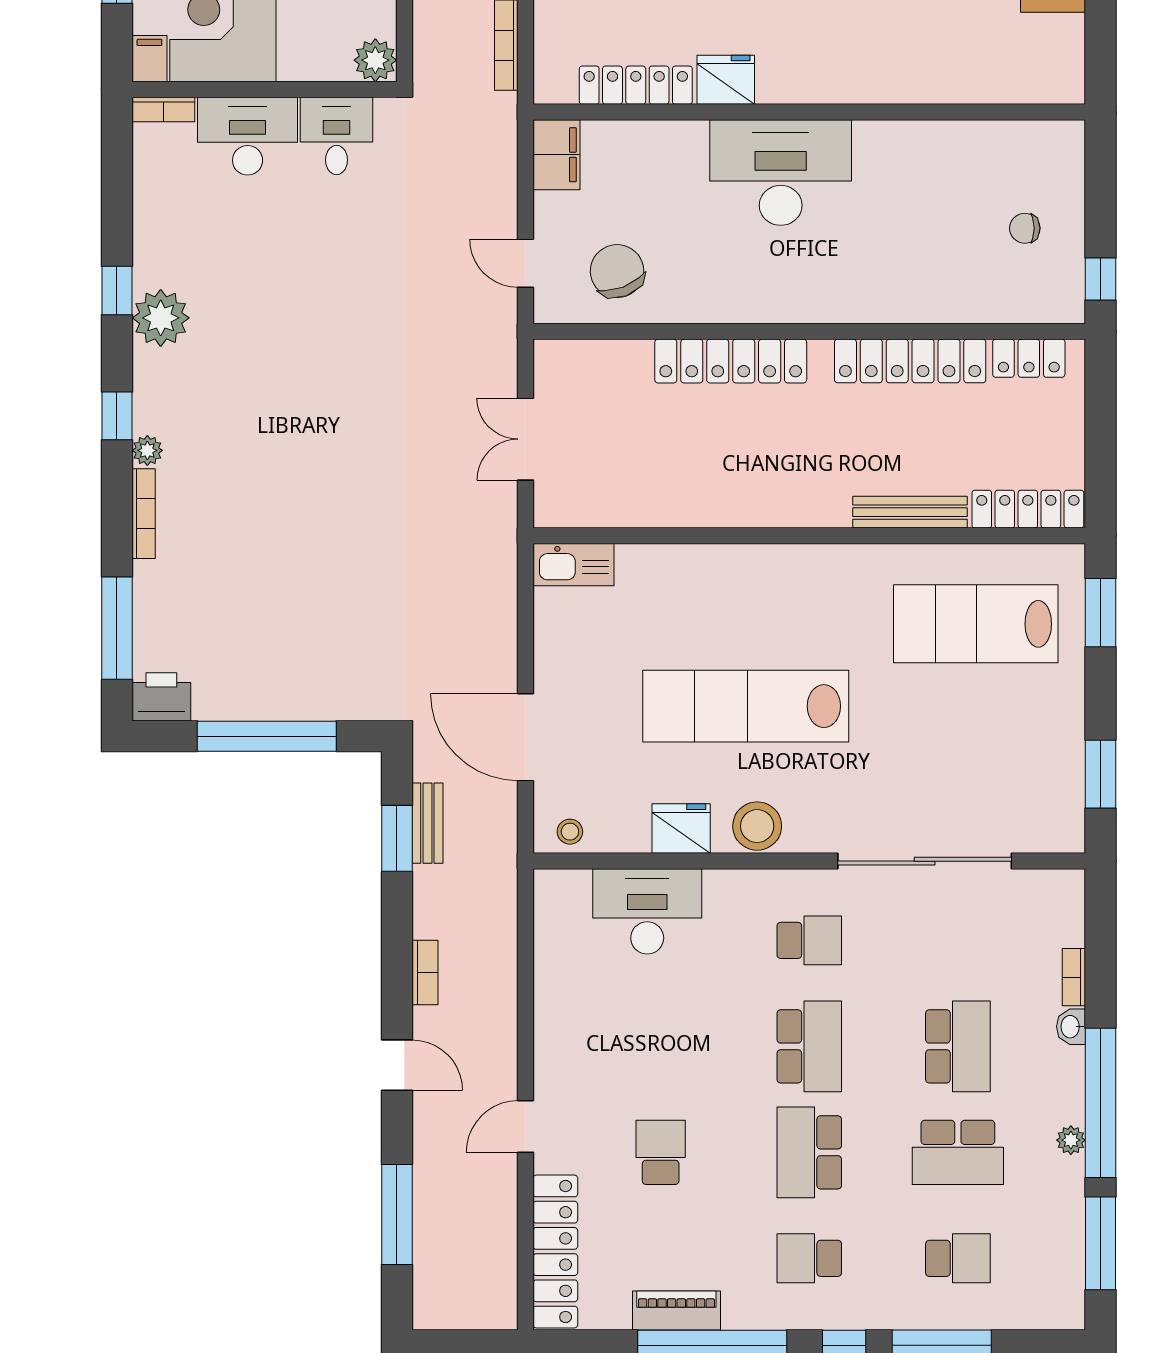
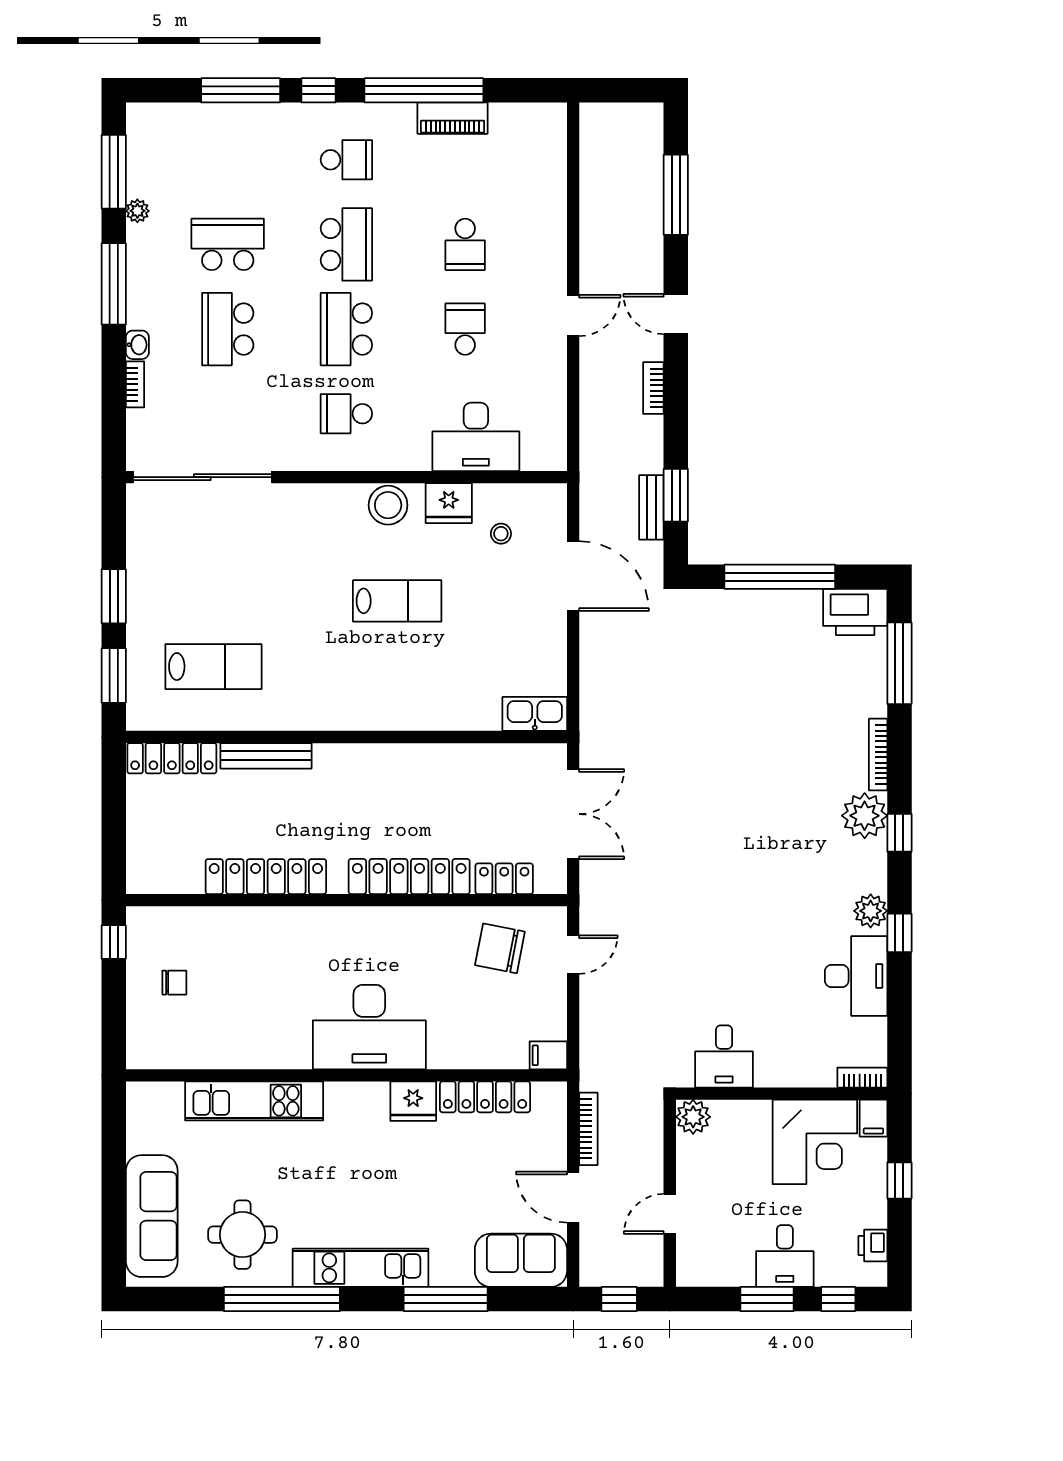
kitchen unit: (925, 80) -> (254, 1101), added
desk: (248, 136) -> (856, 976), moved, turned -90
filing cabinet: (557, 155) -> (548, 1055), width x0.50
door: (526, 263) -> (573, 955), hinge flipped
chair: (617, 271) -> (500, 948), turned 122
plant: (161, 318) -> (871, 911), width x0.73, depth x0.73
locker: (1029, 358) -> (504, 879), moved
double door: (526, 439) -> (573, 814), width x1.37
plant: (147, 450) -> (865, 816), width x1.88, depth x1.88
lab bench: (976, 624) -> (213, 667), width x0.73, depth x0.72
printer: (161, 697) -> (855, 612), width x1.37, depth x1.19
lab bench: (746, 706) -> (397, 601), width x0.54, depth x0.72
window: (1101, 774) -> (114, 596), moved
stool: (570, 832) -> (501, 534), moved
sliding door: (925, 861) -> (202, 477), moved
window: (1101, 1103) -> (114, 284), width x0.68
door: (526, 1127) -> (573, 315), moved
plant: (1071, 1140) -> (137, 211), moved
locker: (555, 1251) -> (549, 165), removed
school desk: (958, 1258) -> (465, 329), moved, turned 90

